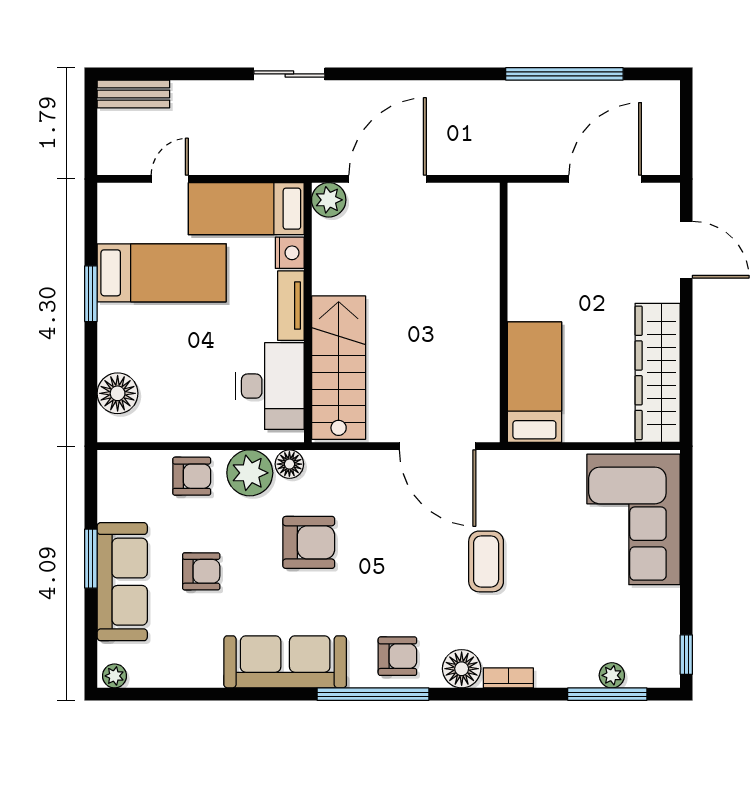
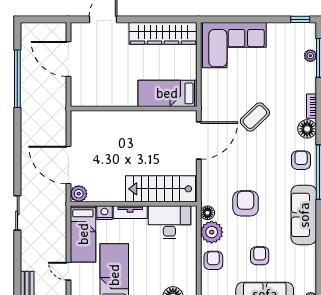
coffee table: (486, 561) -> (255, 117), turned -44

